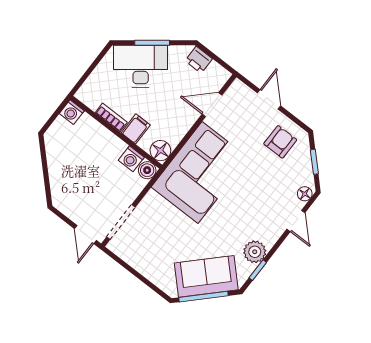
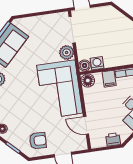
door: (212, 105) -> (86, 125), swing flipped
armchair: (280, 142) -> (38, 141), turned -88
plant: (152, 204) -> (67, 52), added

